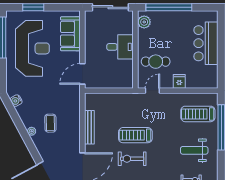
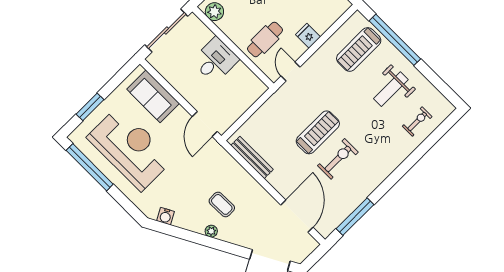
bench: (89, 127) -> (252, 157), moved
treadmill: (135, 135) -> (318, 132), turned 180
exercise bike: (132, 159) -> (338, 159), turned 180

